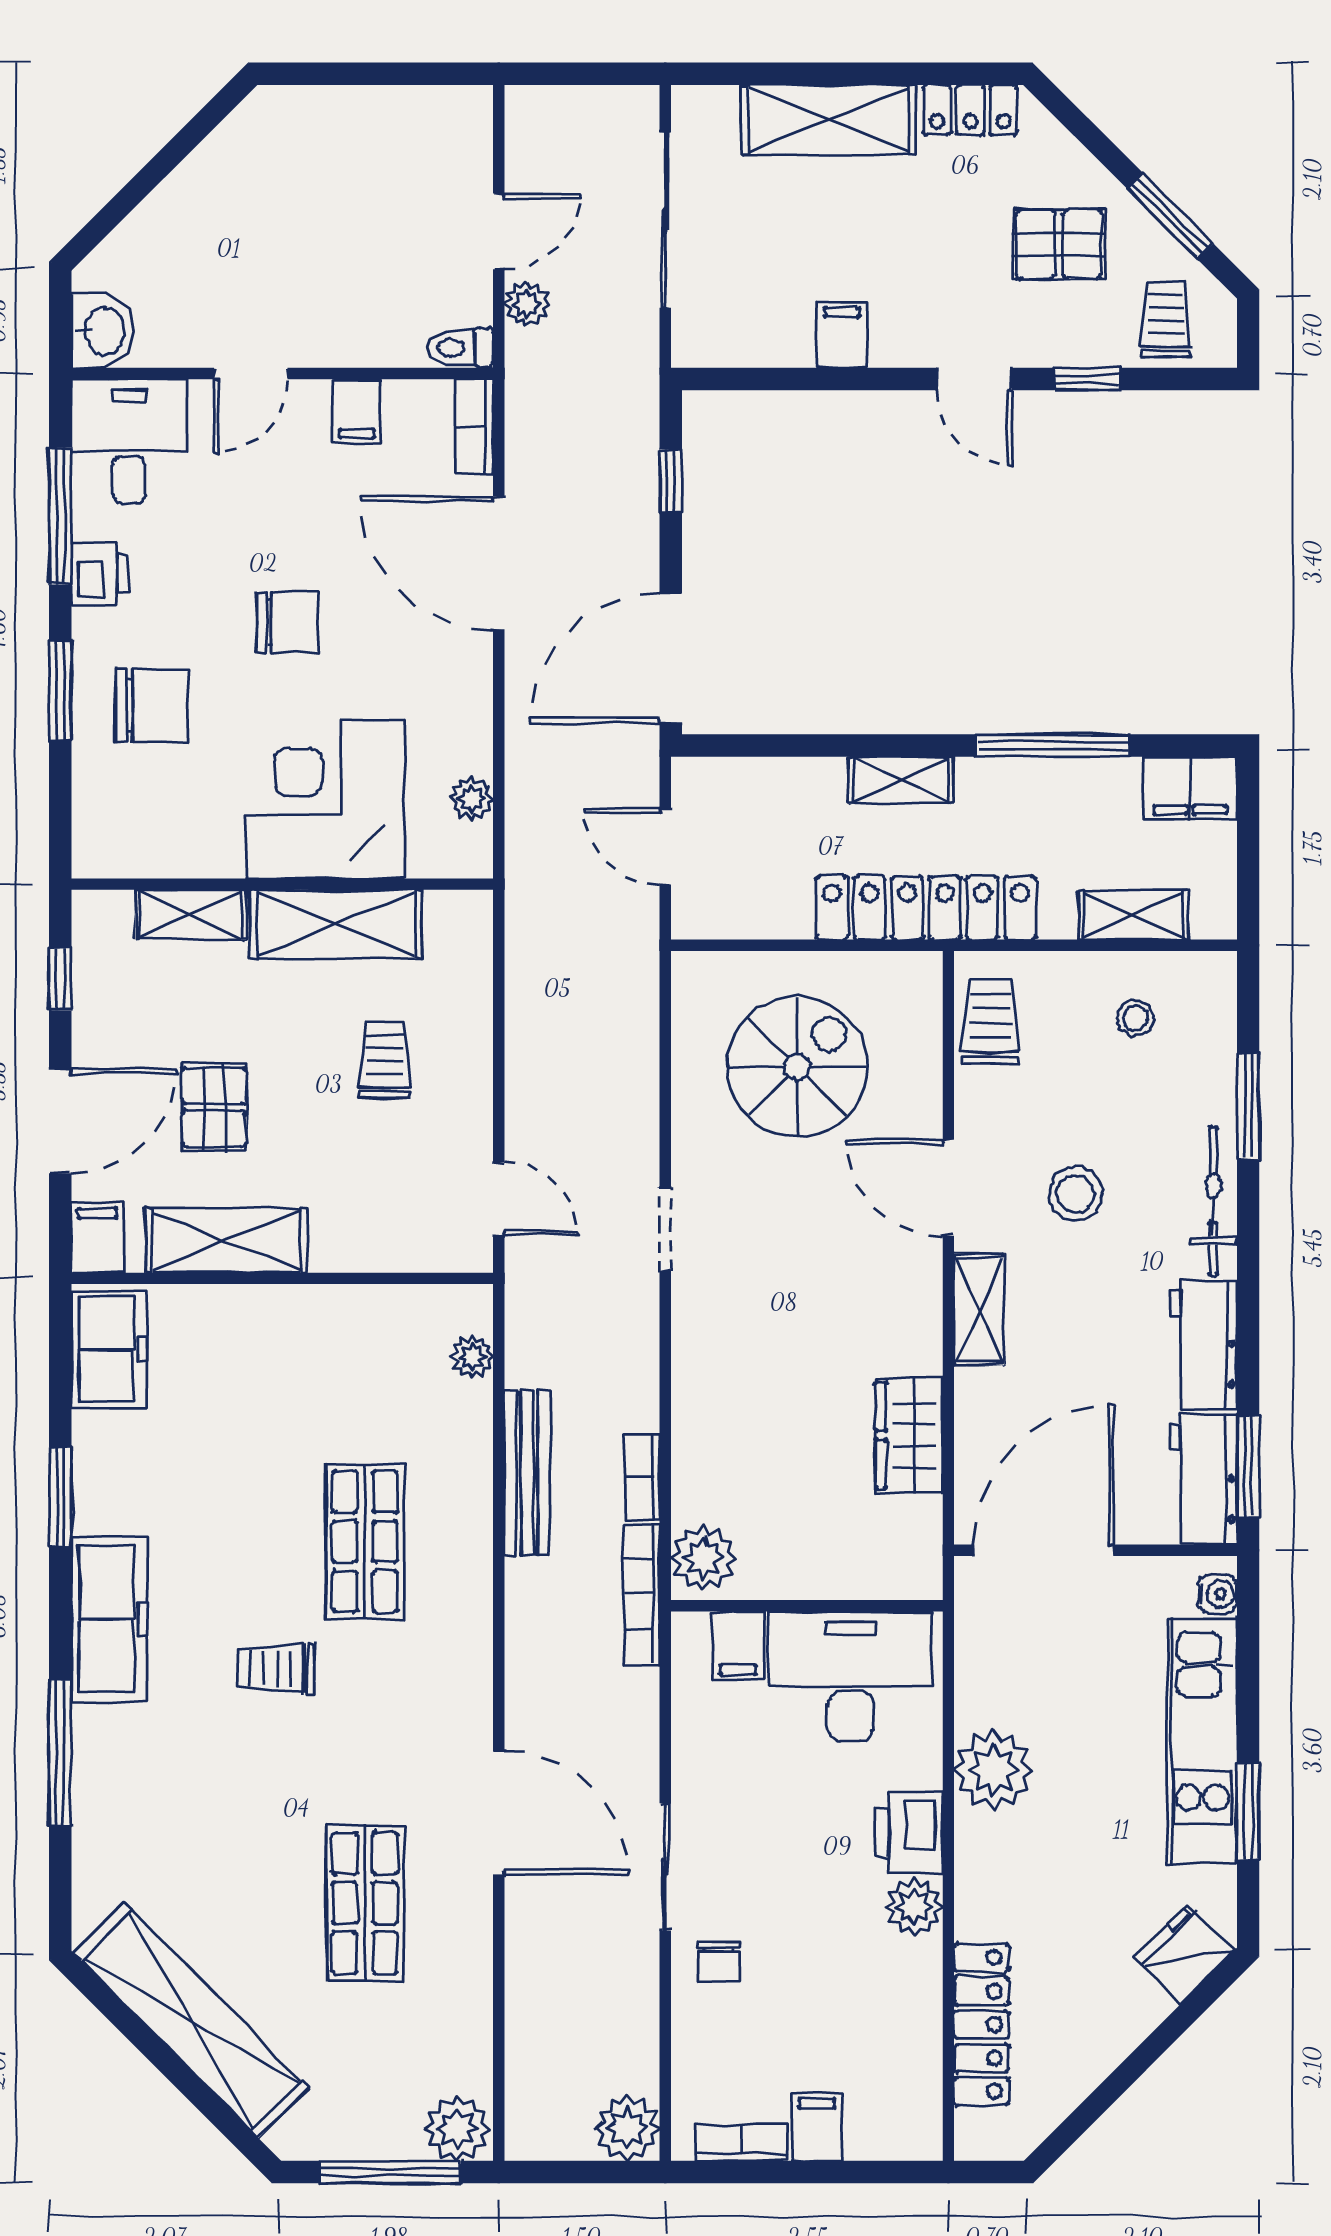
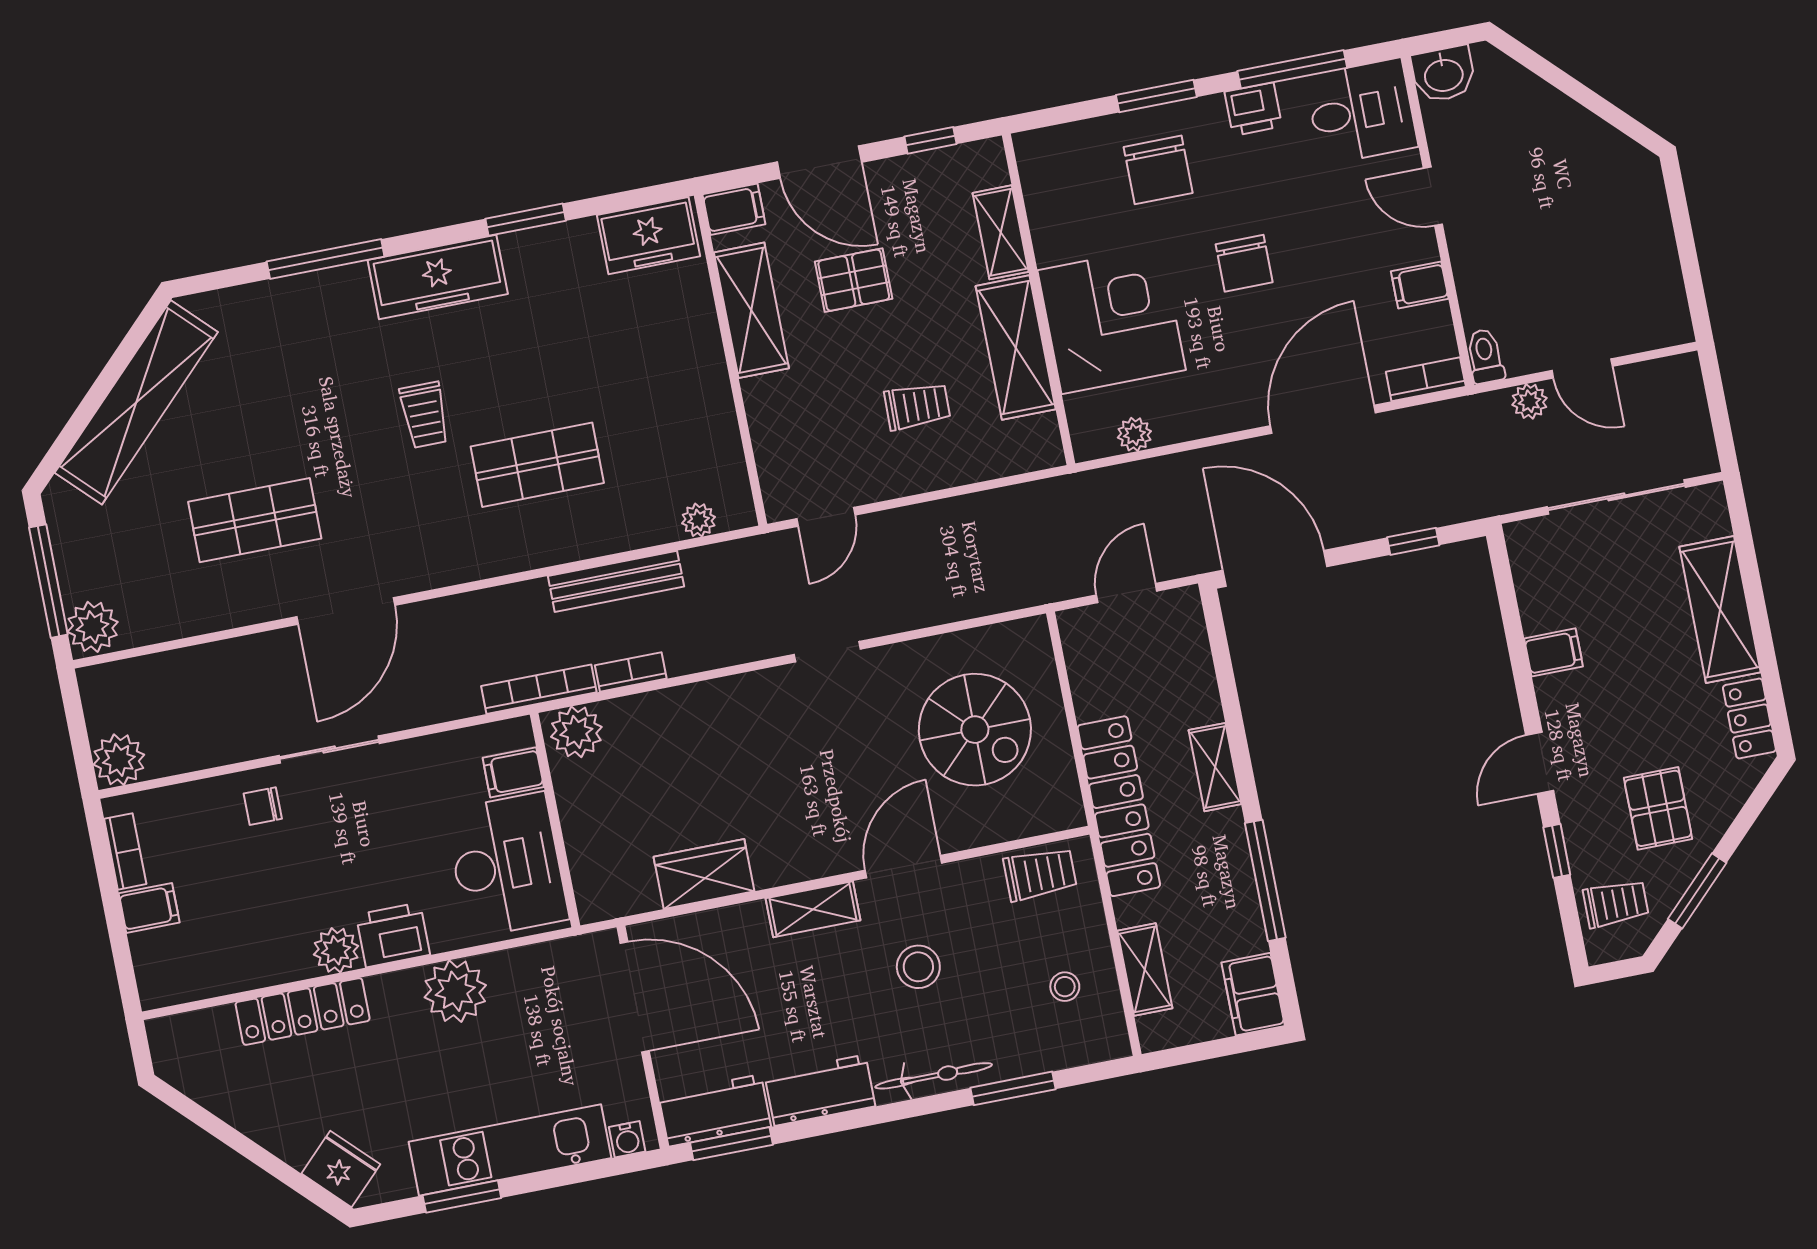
trolley: (276, 1669) -> (424, 415), turned 180
locker: (982, 2024) -> (303, 1011), moved

